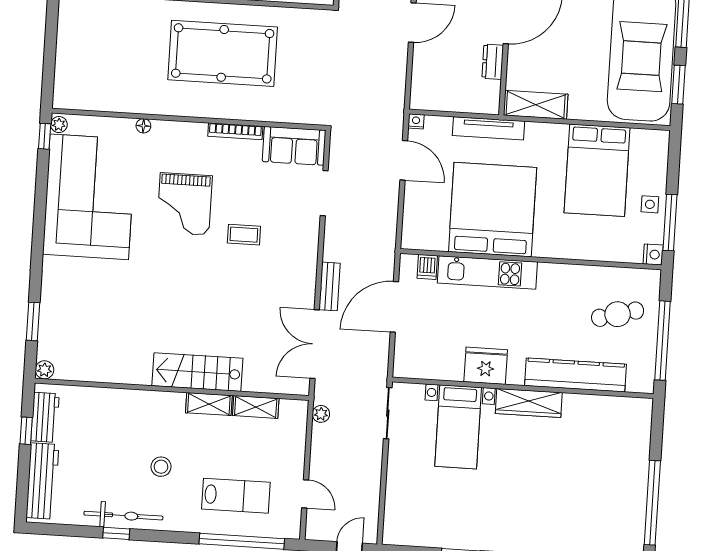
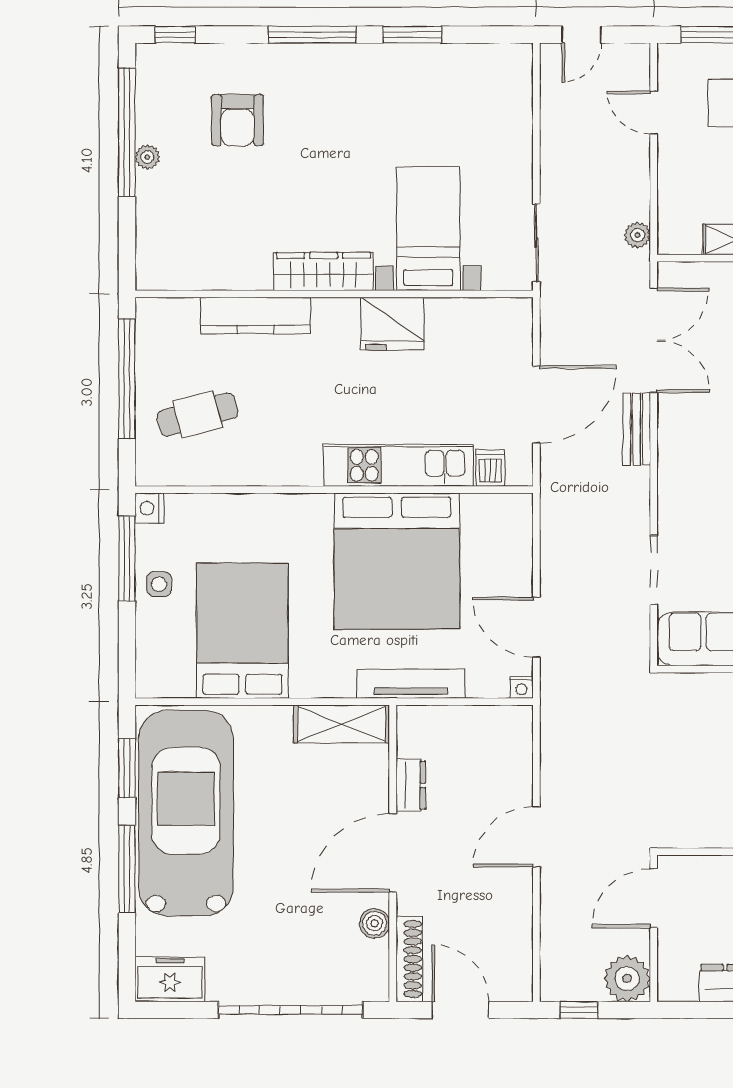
kitchen counter: (575, 375) -> (255, 315), width x0.72, depth x0.86
plant: (640, 485) -> (147, 157), added
armchair: (579, 506) -> (238, 120), added

